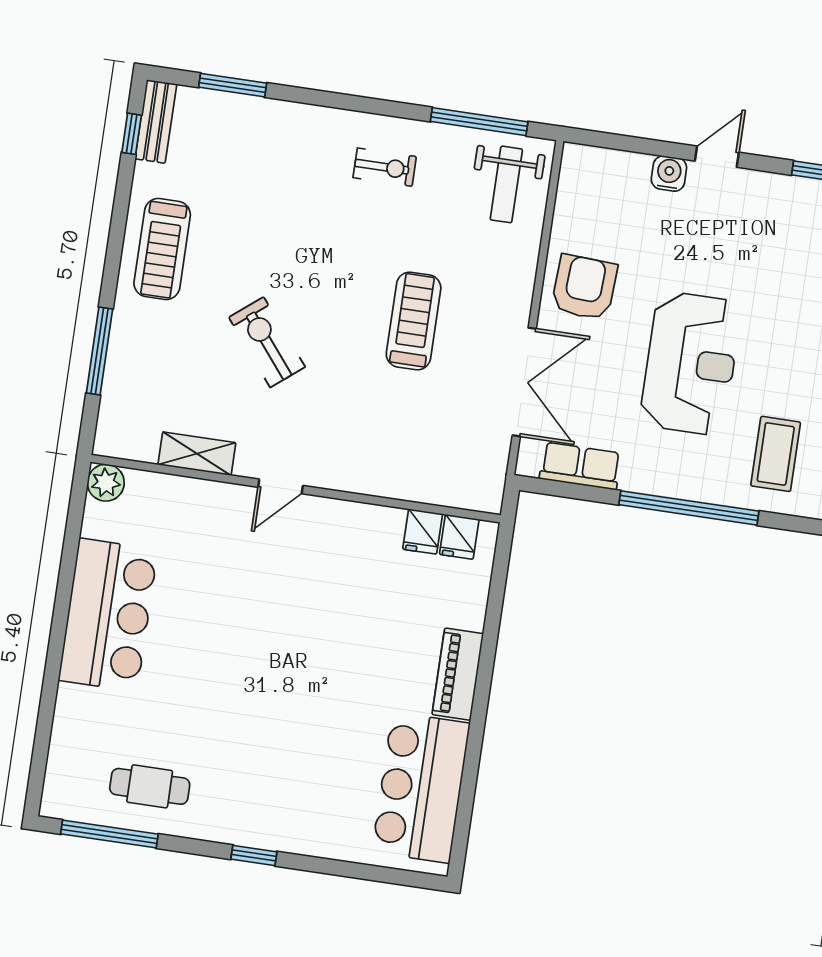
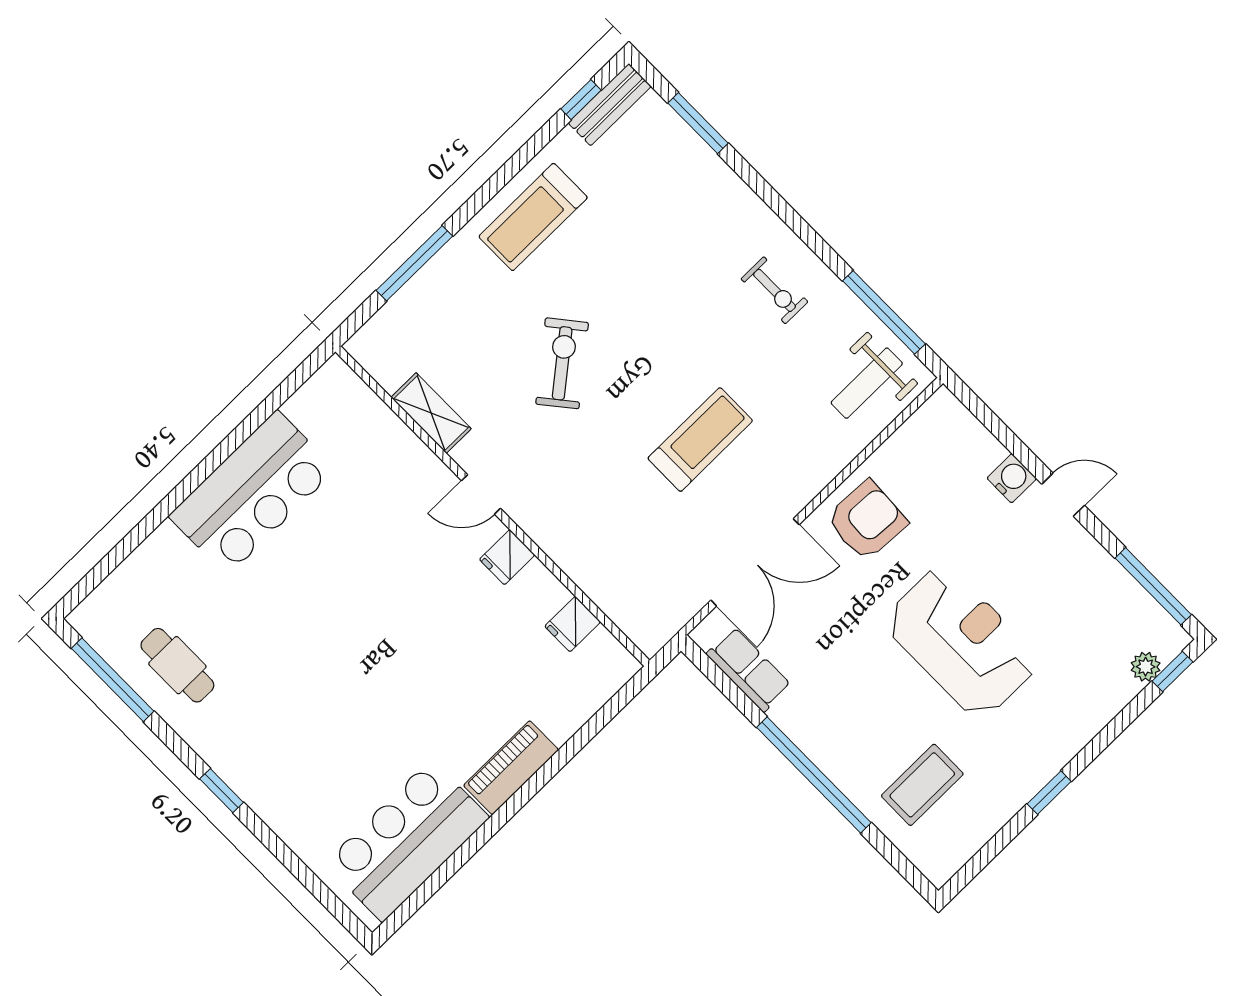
reception desk: (691, 363) -> (961, 642), moved, turned -90
plant: (106, 483) -> (335, 379), removed
fridge: (459, 537) -> (507, 557), moved

